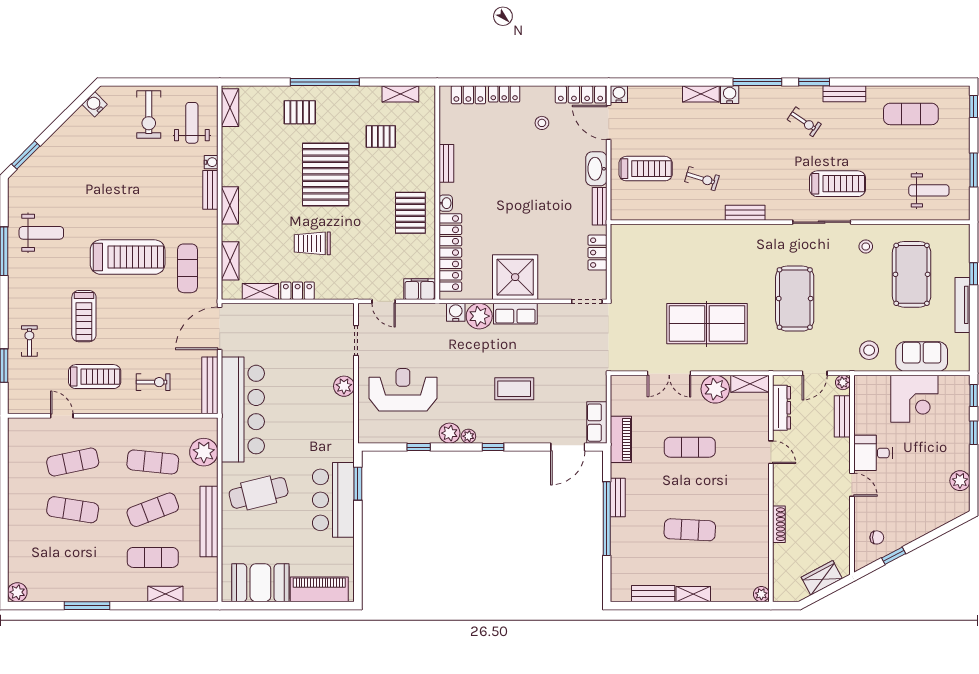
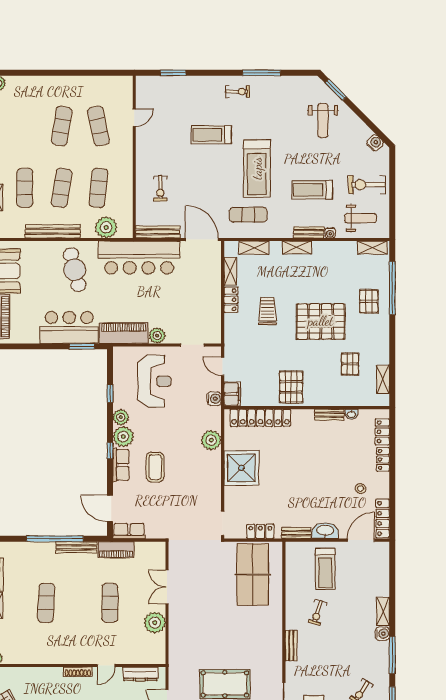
window: (325, 82) -> (392, 288), moved
water cooler: (619, 94) -> (383, 548), removed
washbasin: (446, 203) -> (351, 414), moved
pallet: (410, 213) -> (291, 387), turned 90
weight bench: (41, 233) -> (323, 121), moved
door: (384, 301) -> (223, 366), hinge flipped
water cooler: (456, 312) -> (214, 399), moved
row of seats: (515, 314) -> (121, 465), moved, turned 180
table tennis table: (707, 324) -> (253, 574), moved
exercise bike: (29, 341) -> (238, 92), moved
treadmill: (95, 377) -> (312, 190), moved, turned 90
shelving: (750, 384) -> (159, 649), removed
piano: (341, 429) -> (124, 333), added
plant: (468, 436) -> (123, 437), width x1.88, depth x1.88
bench: (618, 498) -> (76, 547), width x1.36
exercise mat: (153, 510) -> (62, 188), turned 30
shoe rack: (779, 524) -> (78, 672), moved

